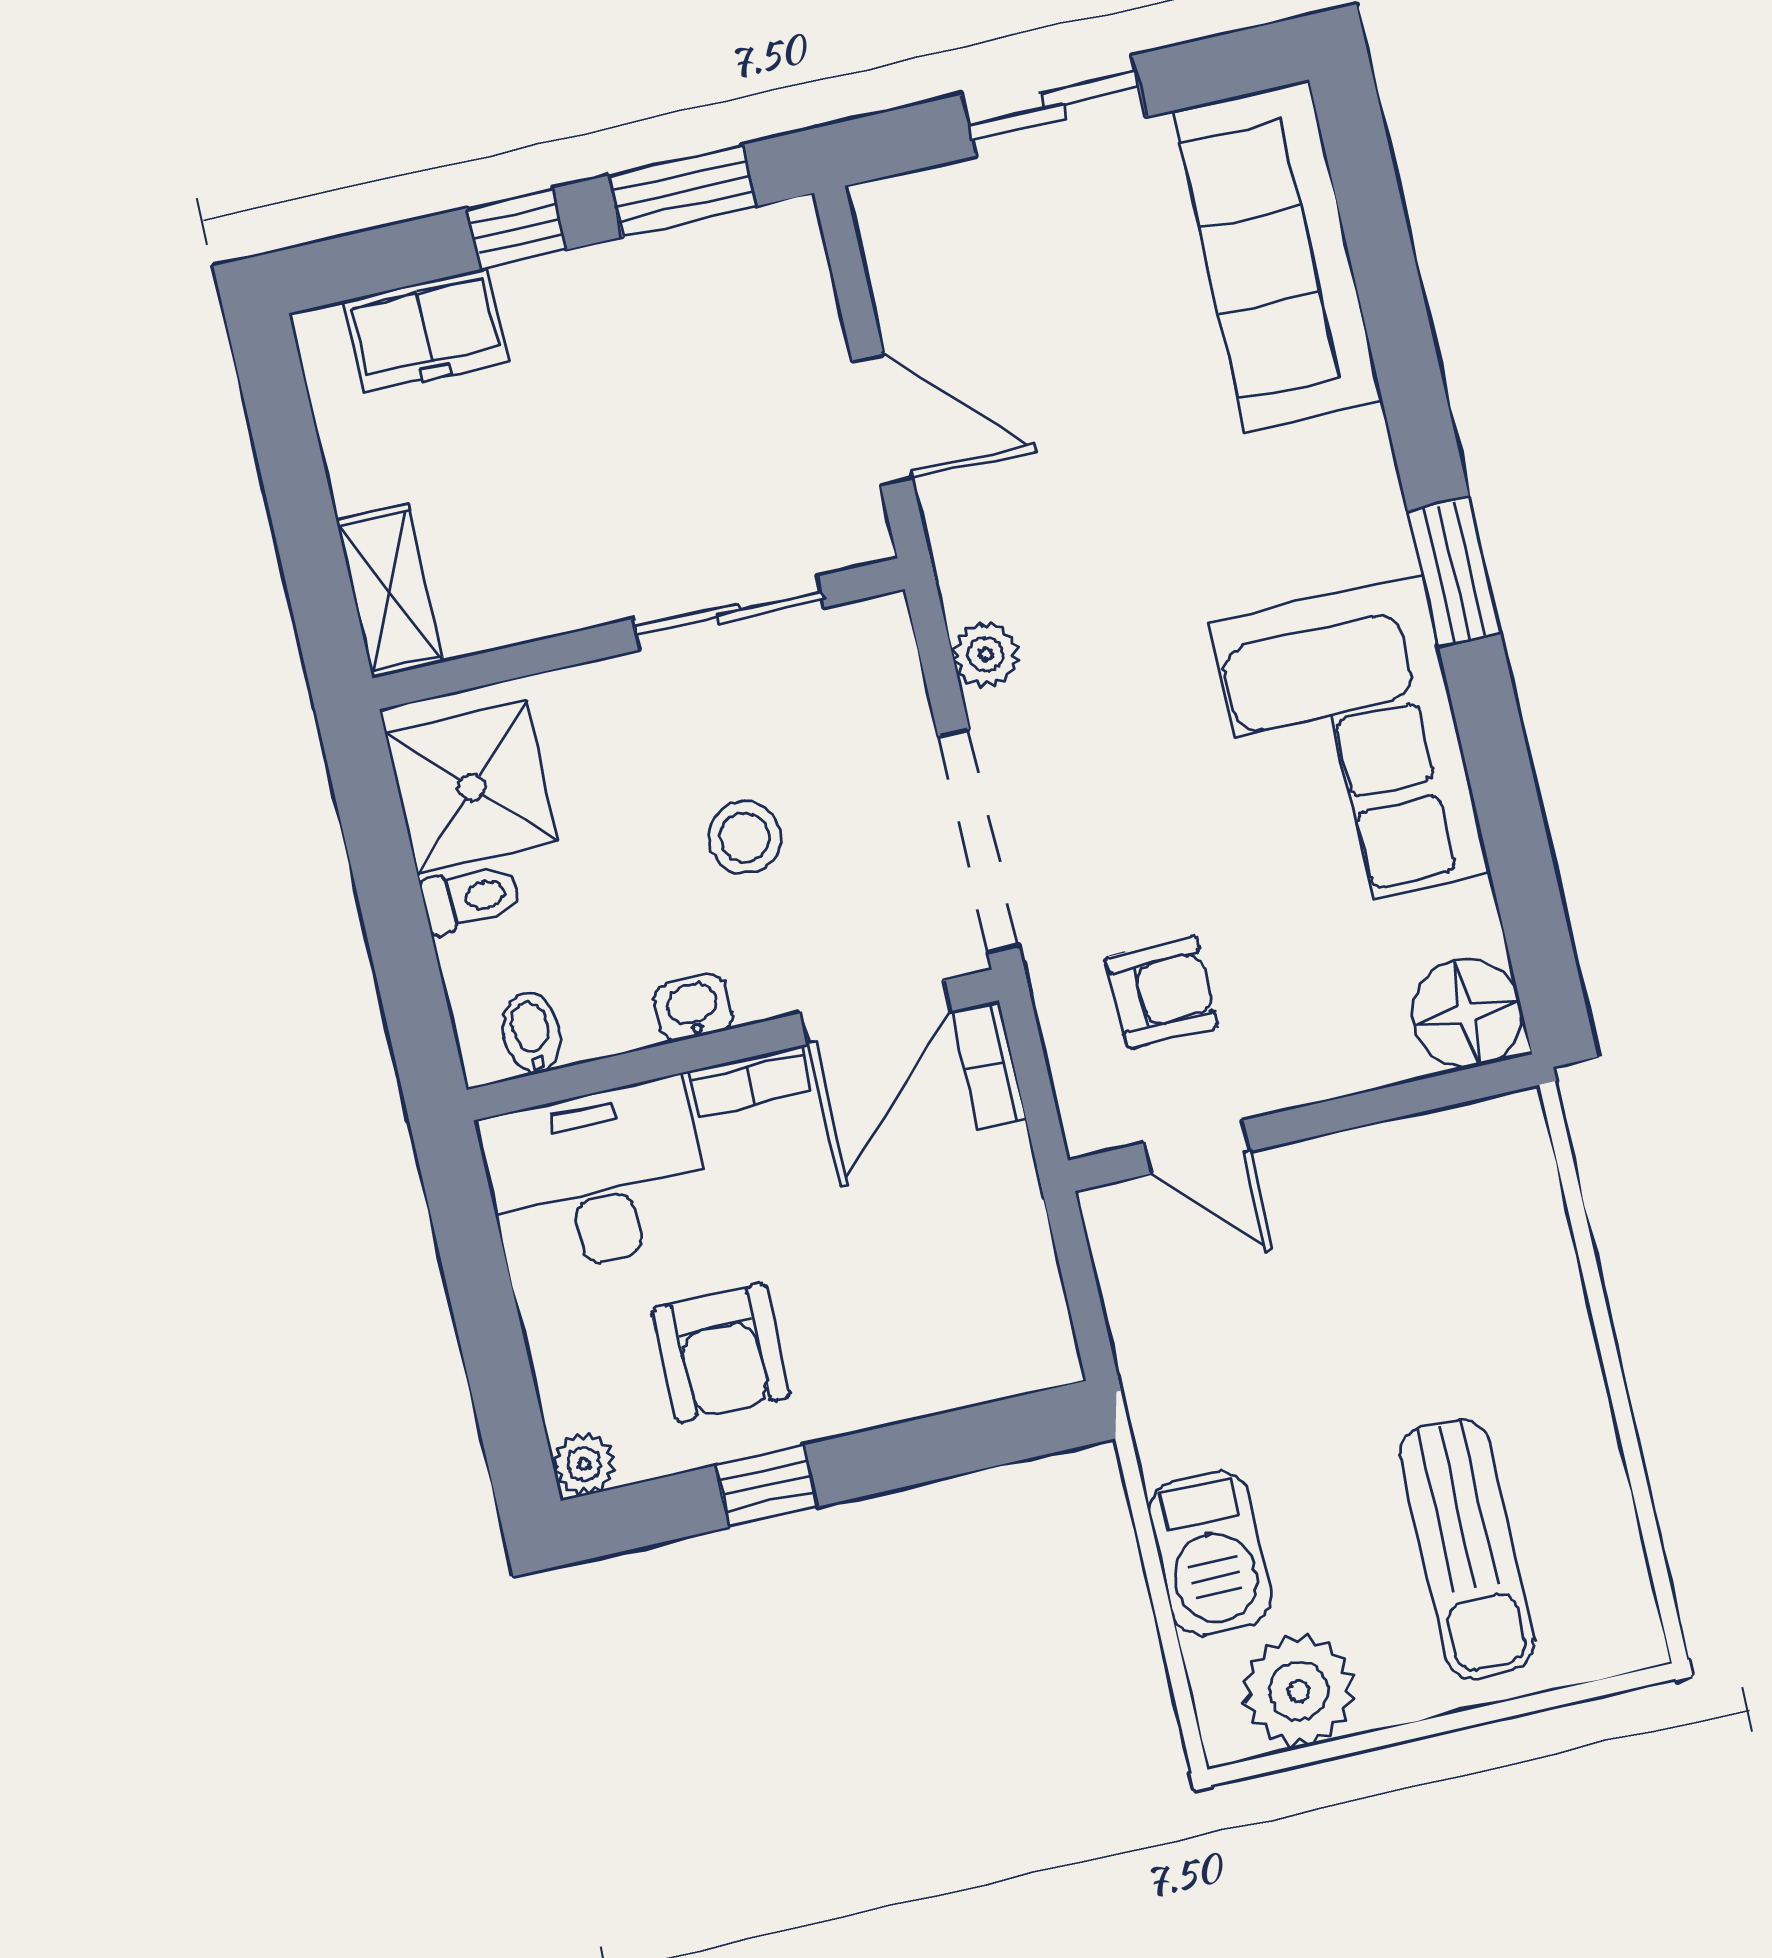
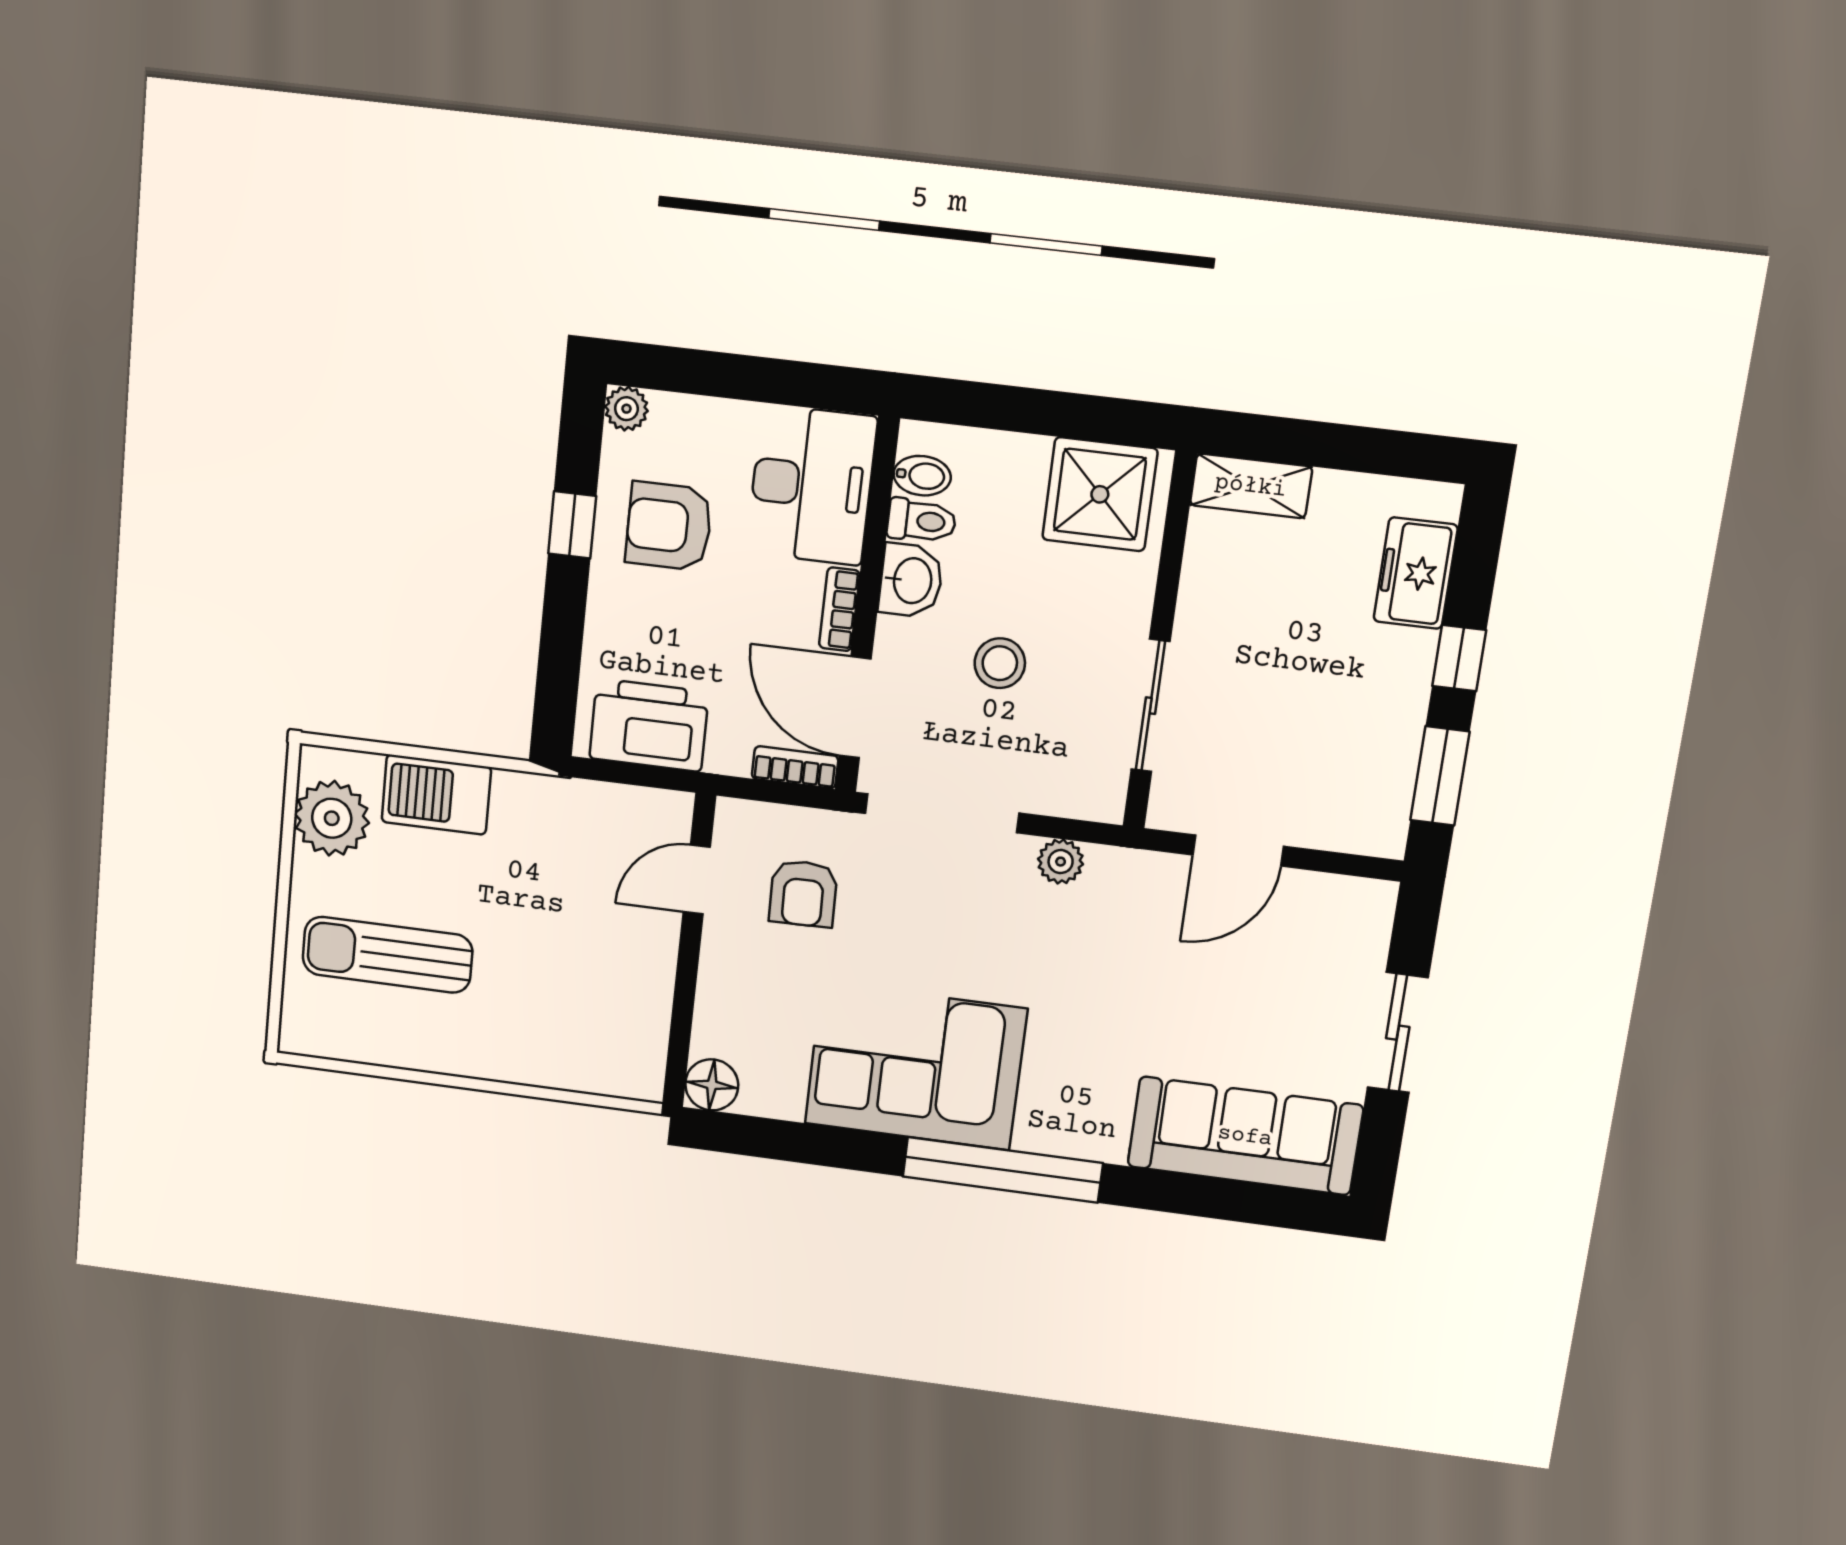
window: (1454, 572) -> (1003, 1170), width x2.11
toilet: (471, 898) -> (922, 521), moved, turned -90
washbasin: (693, 1008) -> (911, 581), width x1.38, depth x1.45
floor lamp: (1467, 1013) -> (712, 1085), width x0.73, depth x0.73
printer: (1004, 1288) -> (649, 725), added

